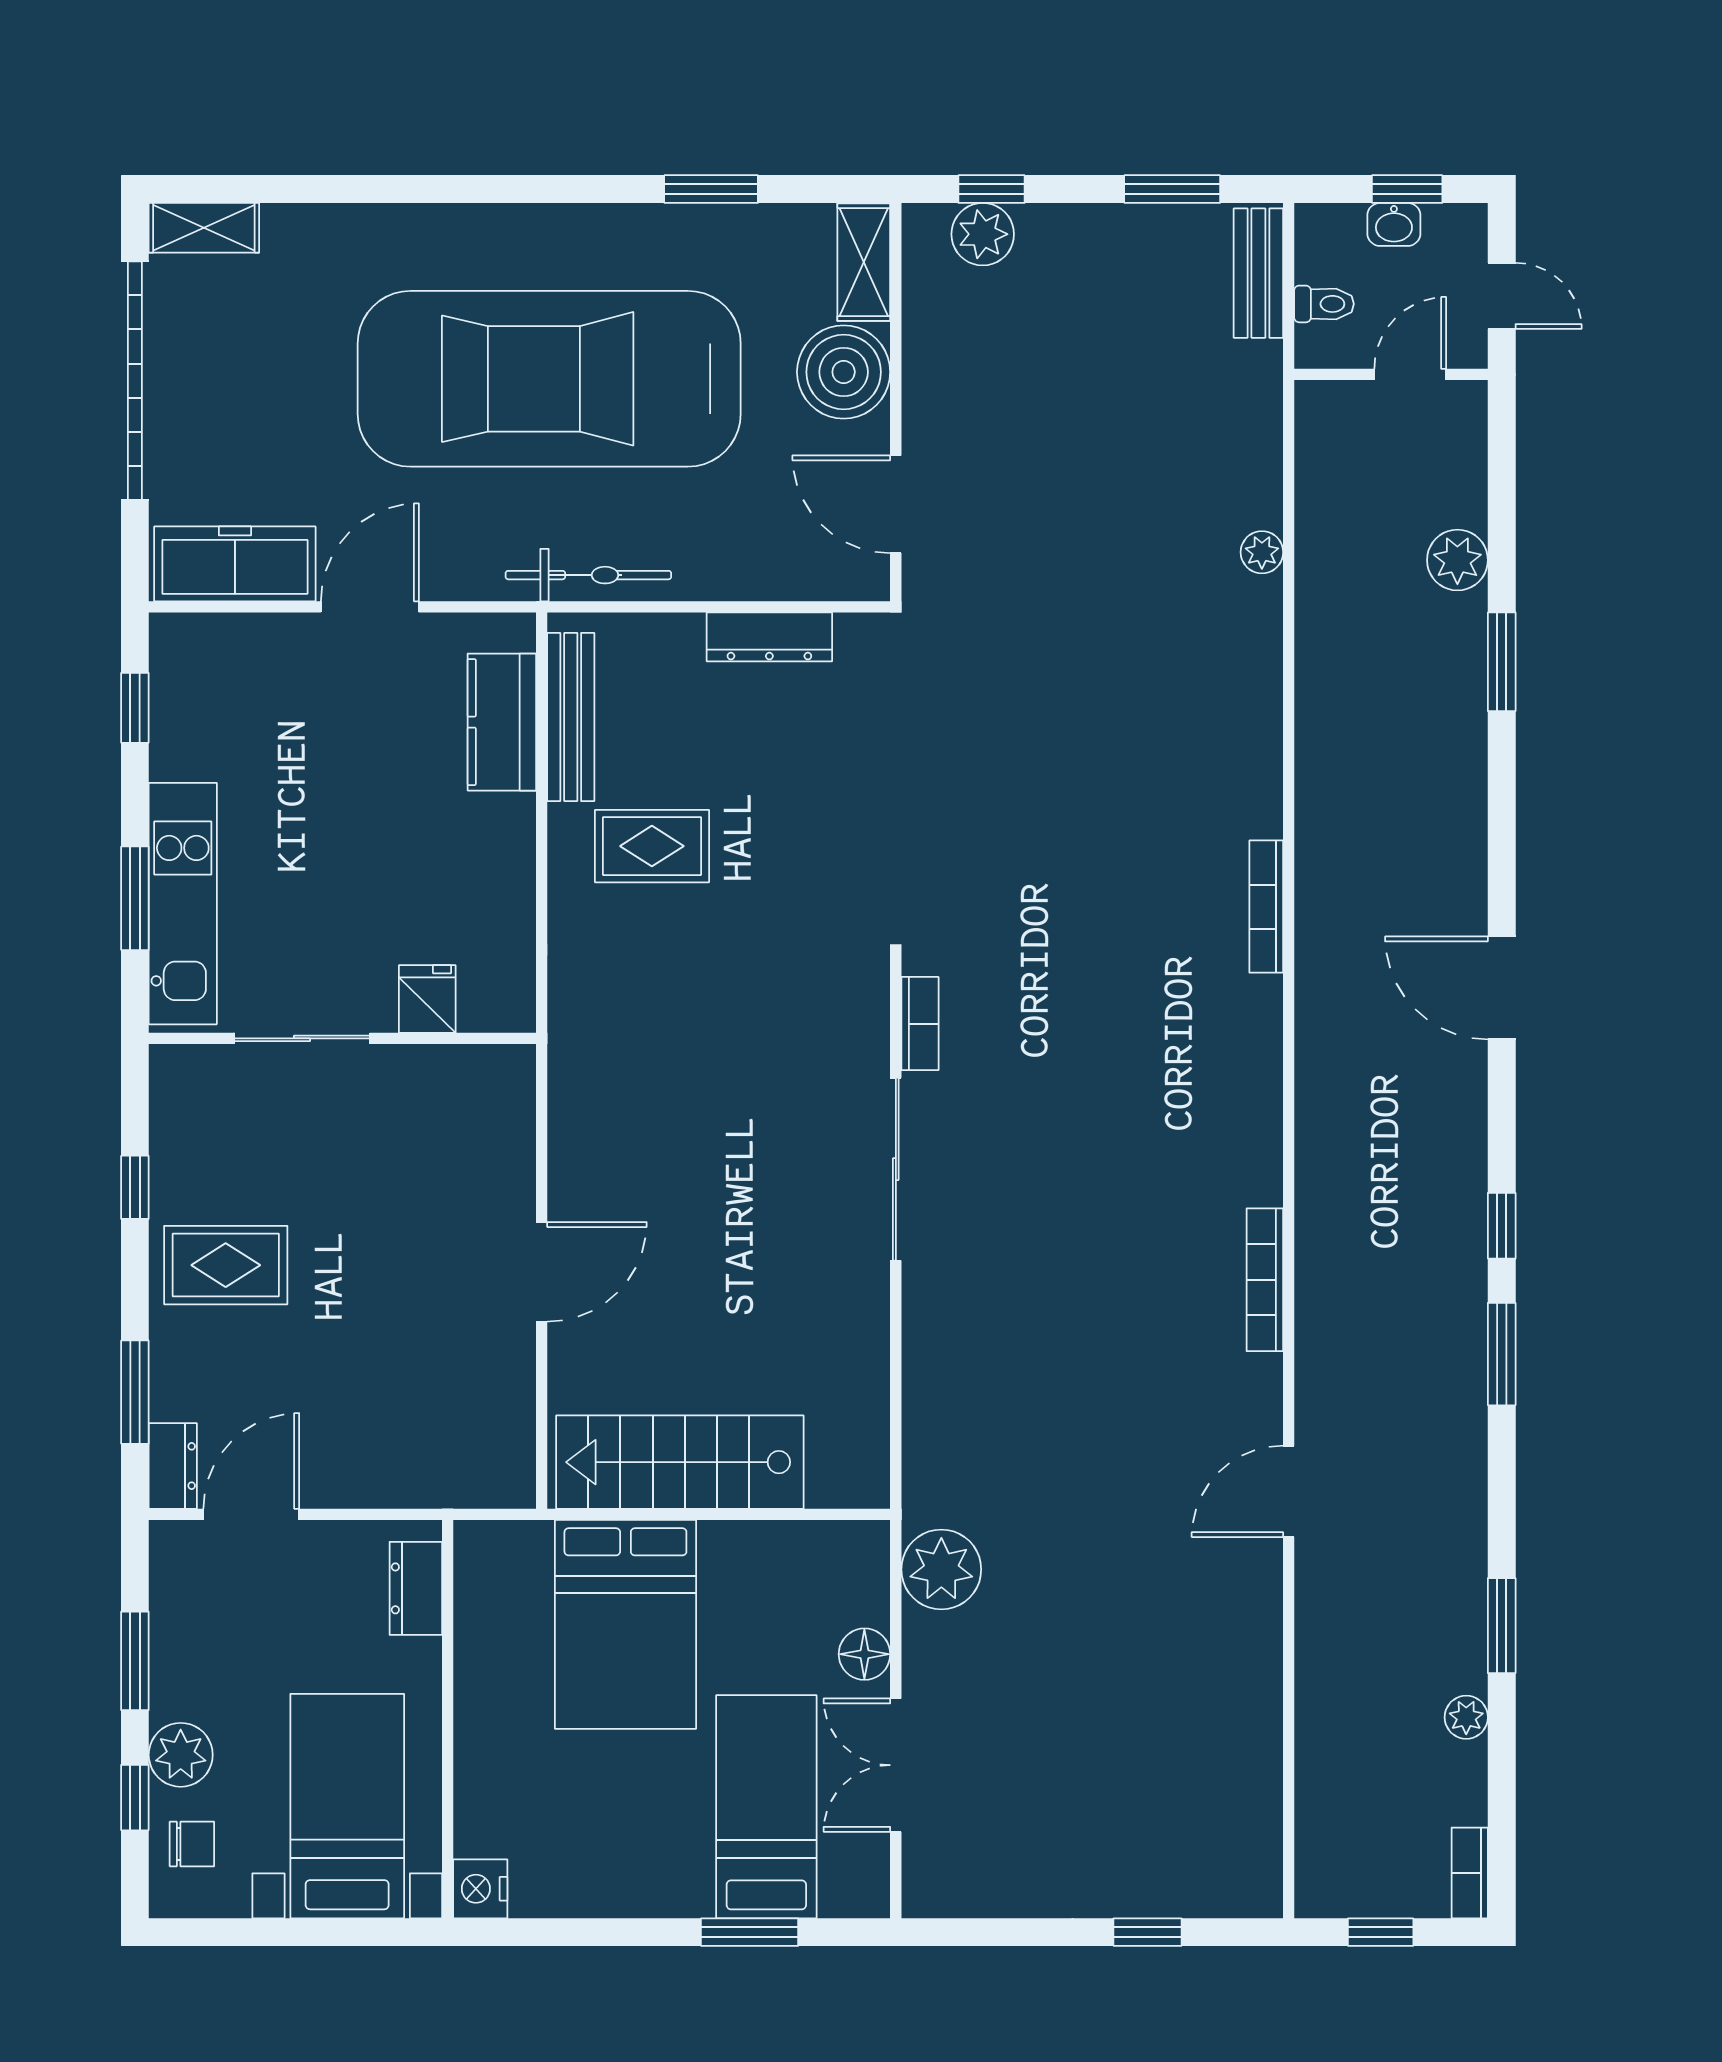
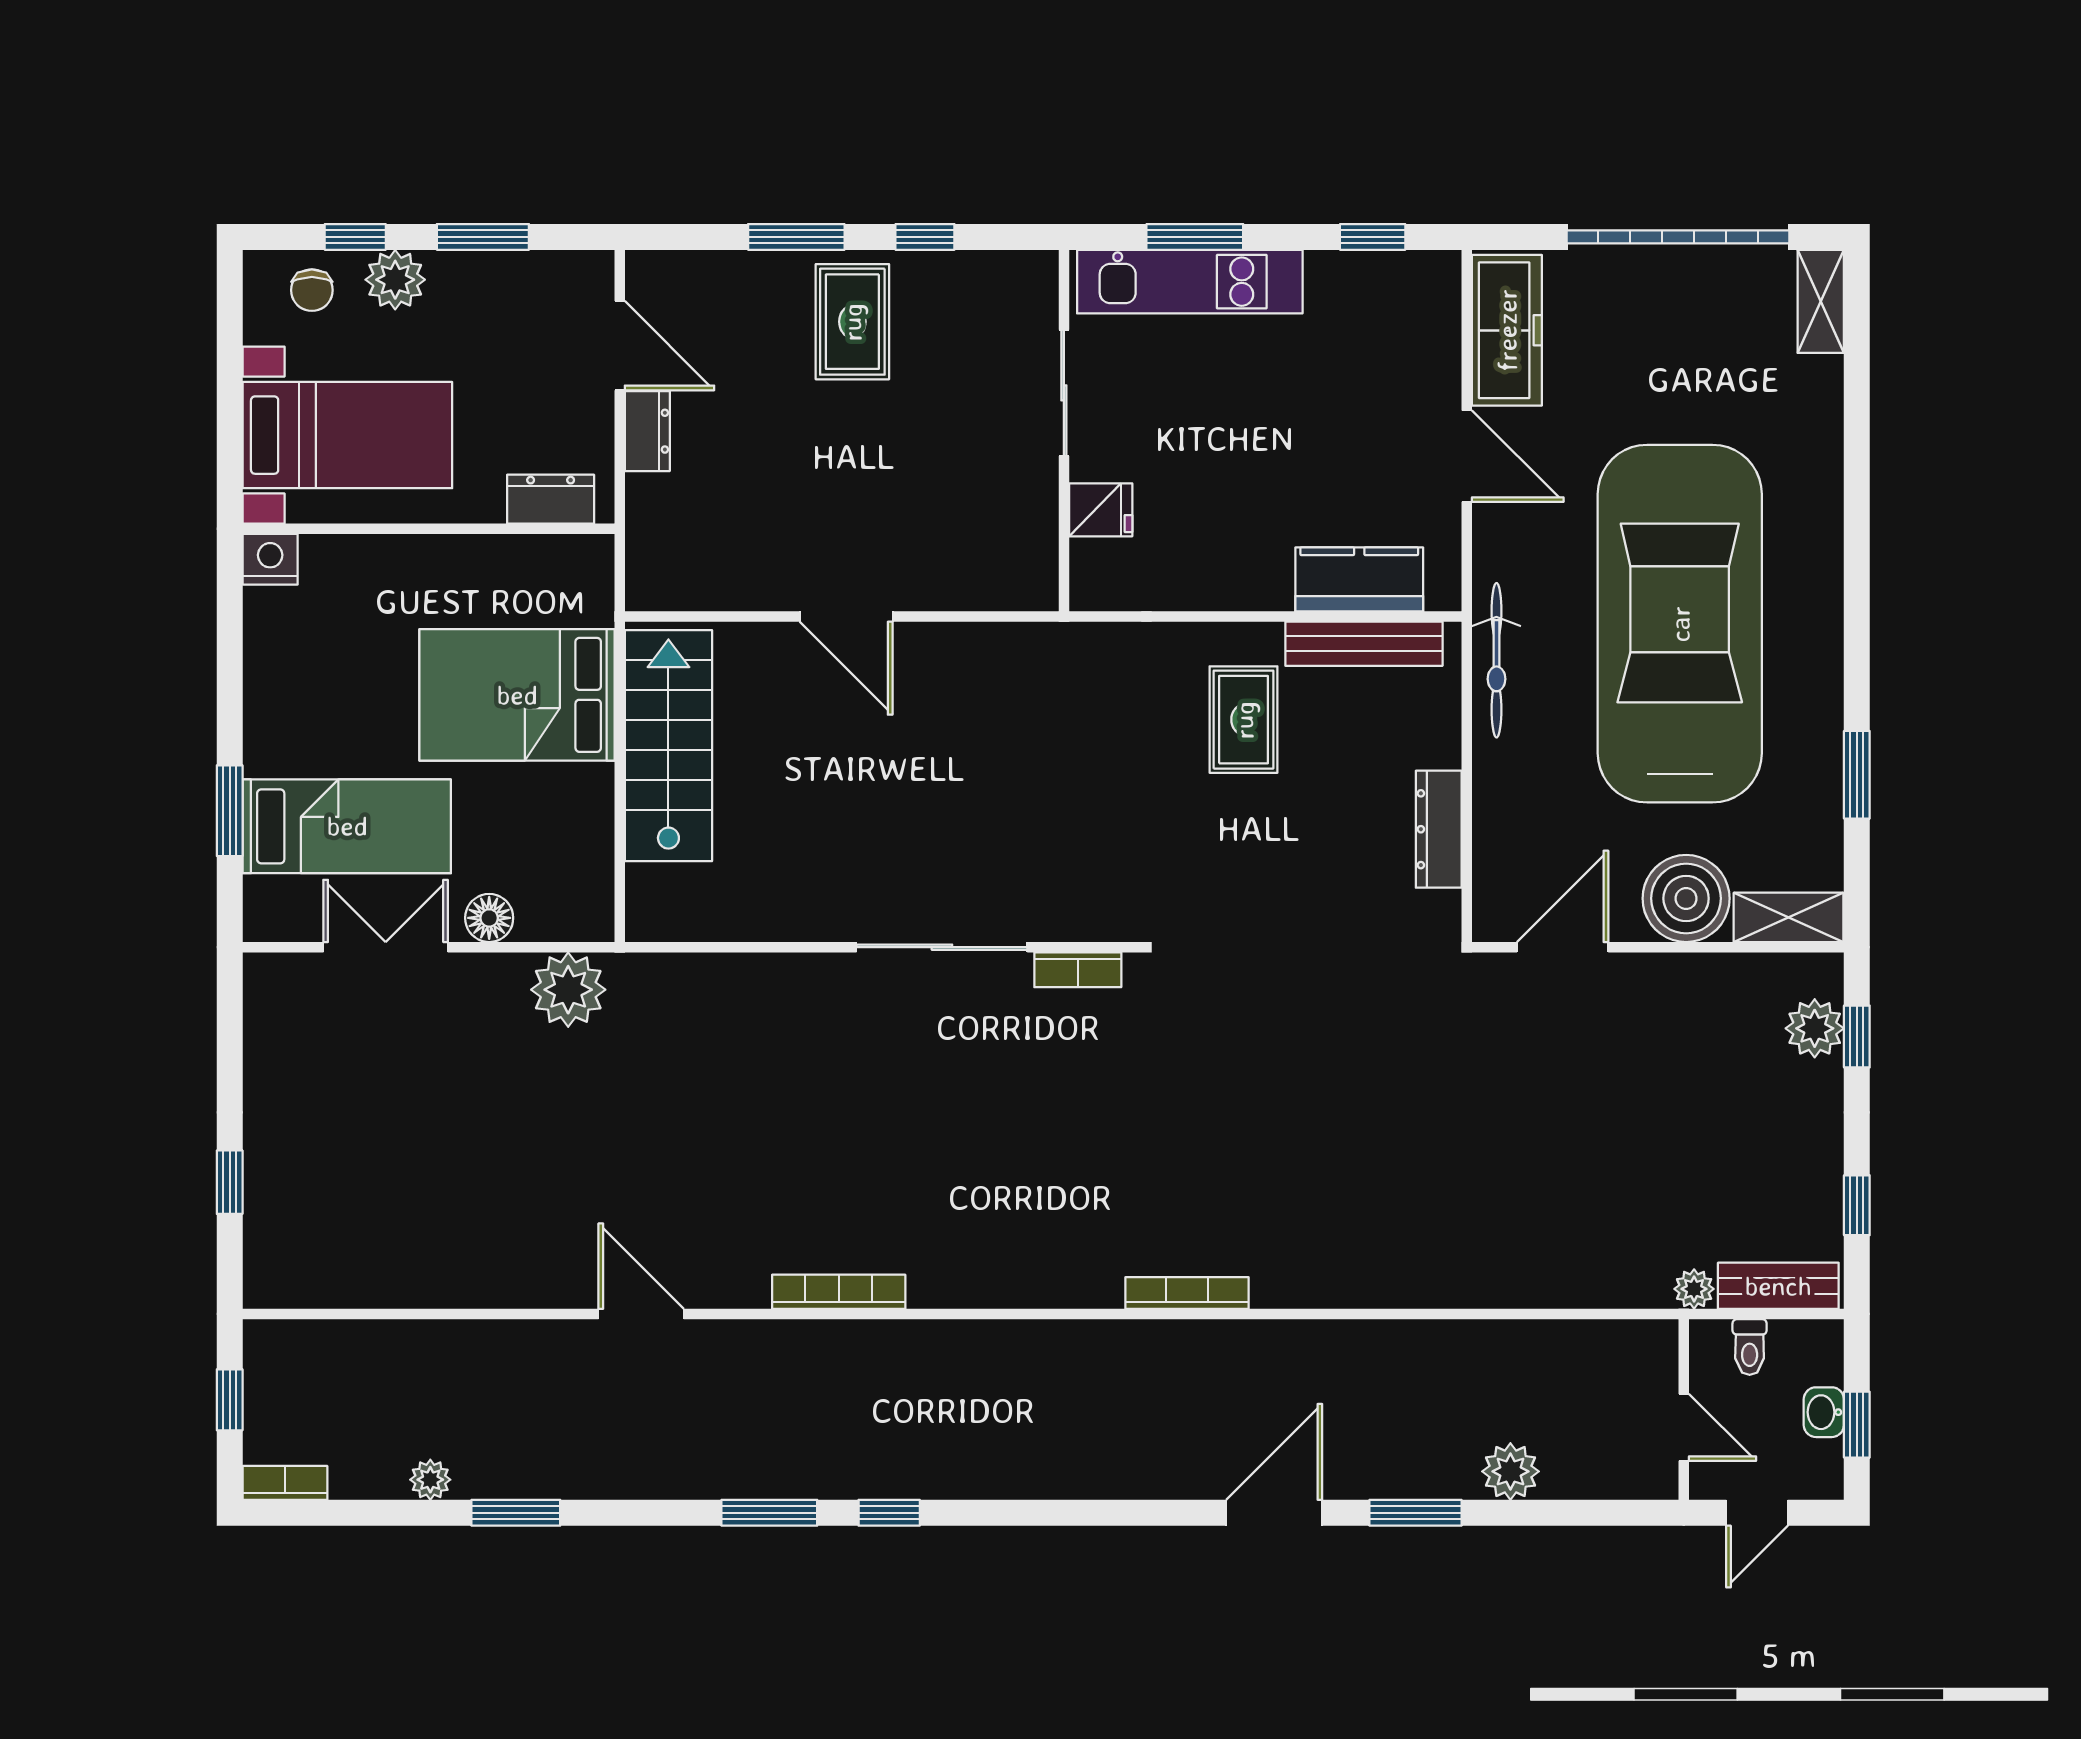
window: (1172, 189) -> (1857, 1205), width x0.67
plant: (1262, 552) -> (1694, 1289), moved
door: (1502, 988) -> (1274, 1513), moved
window: (135, 1392) -> (796, 237), moved
dresser: (173, 1466) -> (647, 431), moved, turned -90

